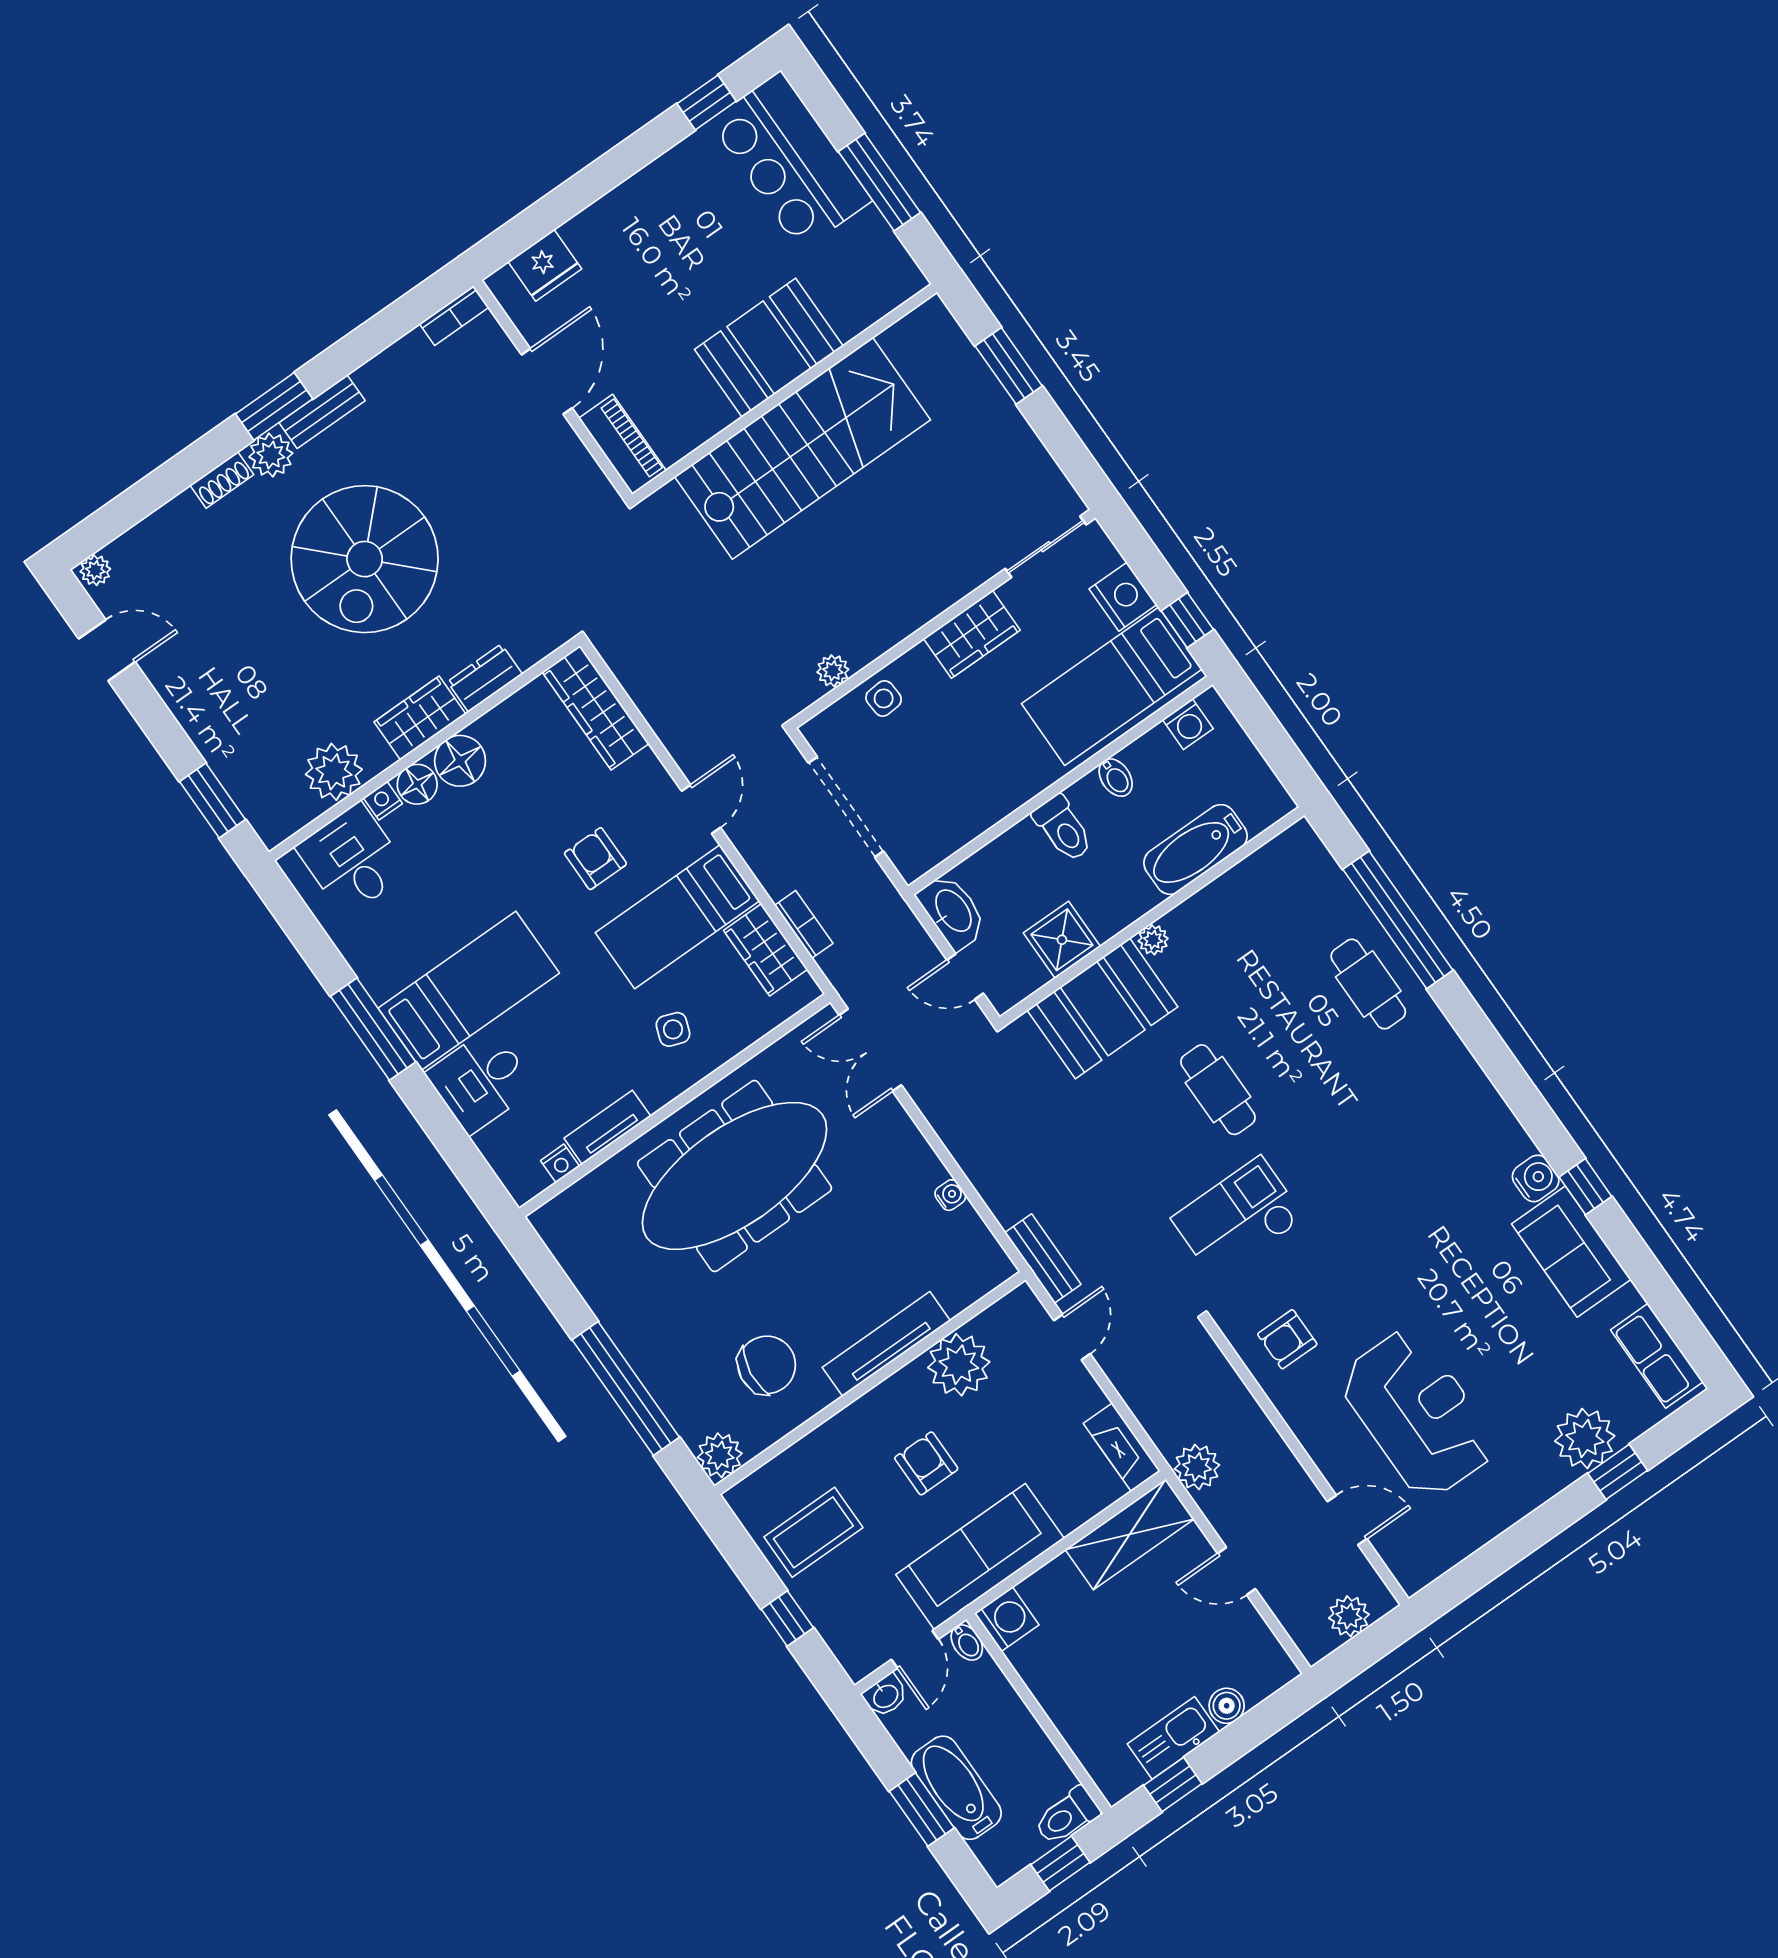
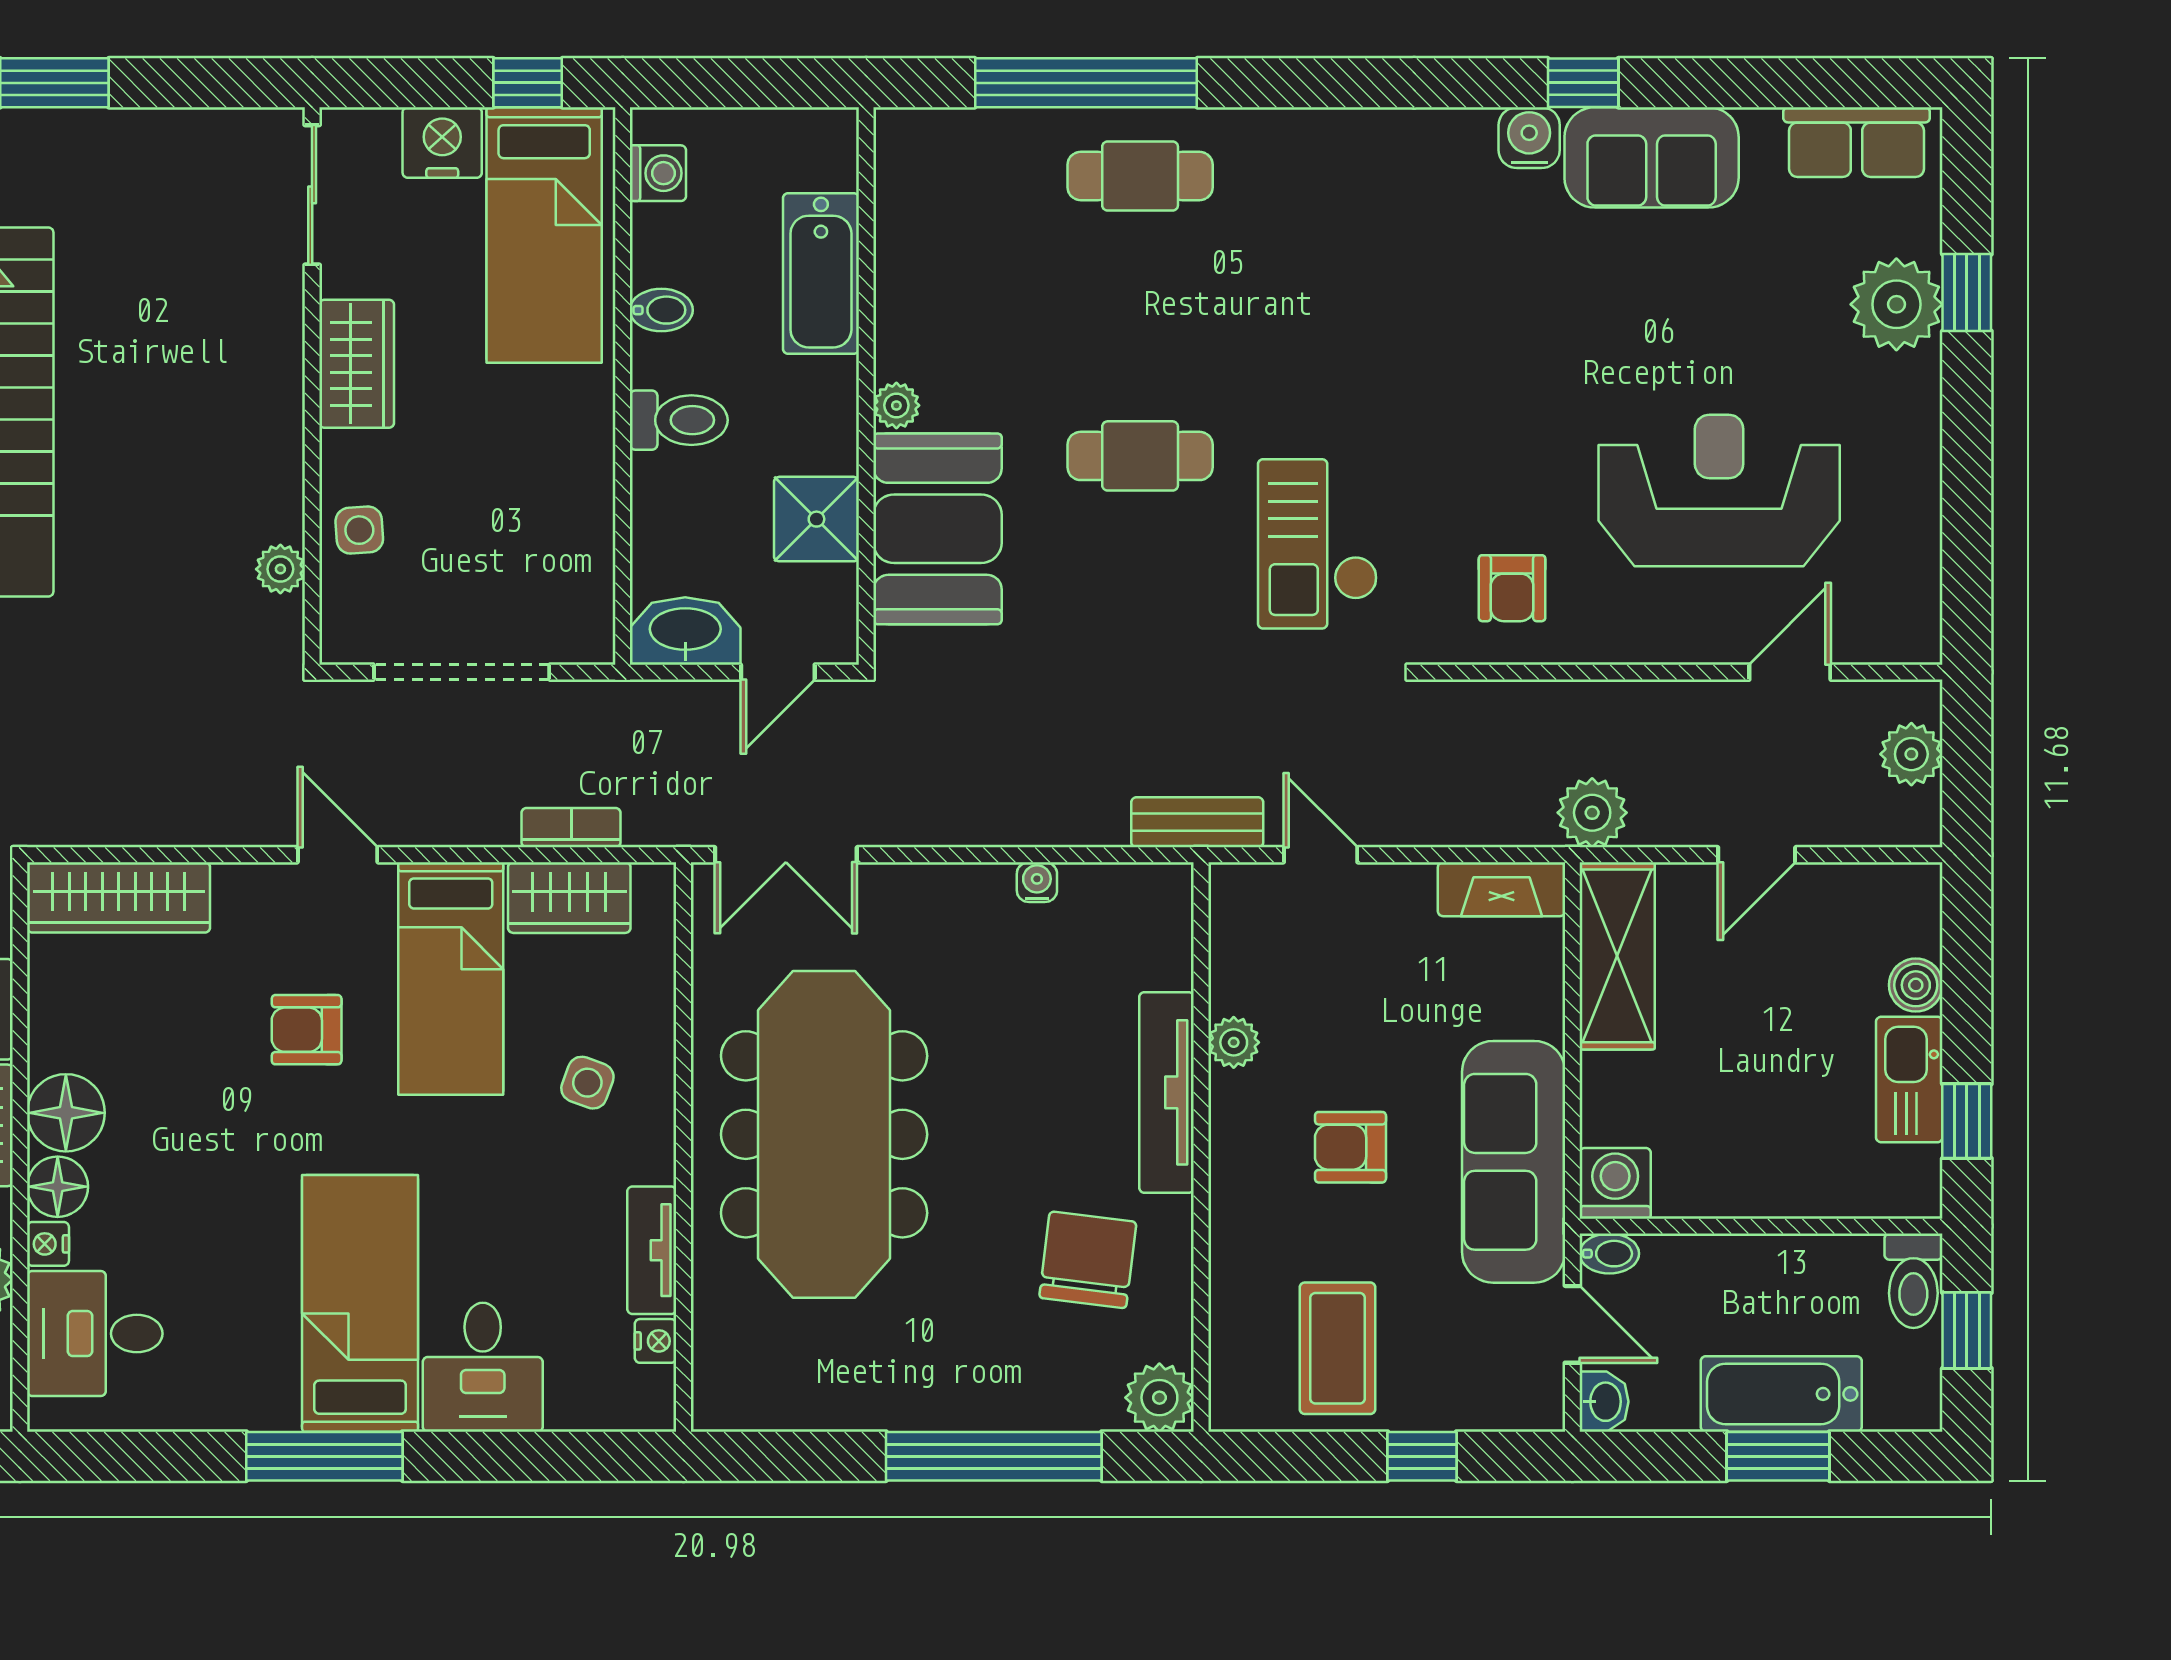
plant: (959, 1365) -> (1234, 1042), width x0.53, depth x0.53

